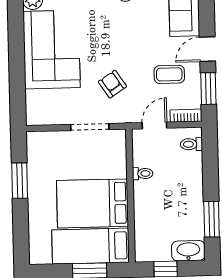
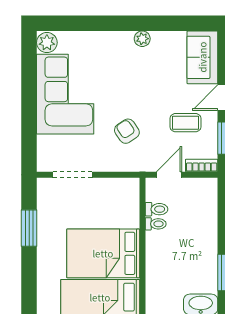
doorway: (90, 127) -> (73, 175), moved
toilet: (191, 144) -> (157, 209), moved, turned 180

